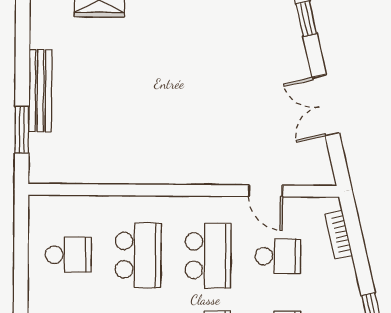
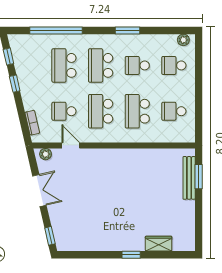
bench: (40, 91) -> (189, 178), moved
plant: (314, 175) -> (46, 154), added

